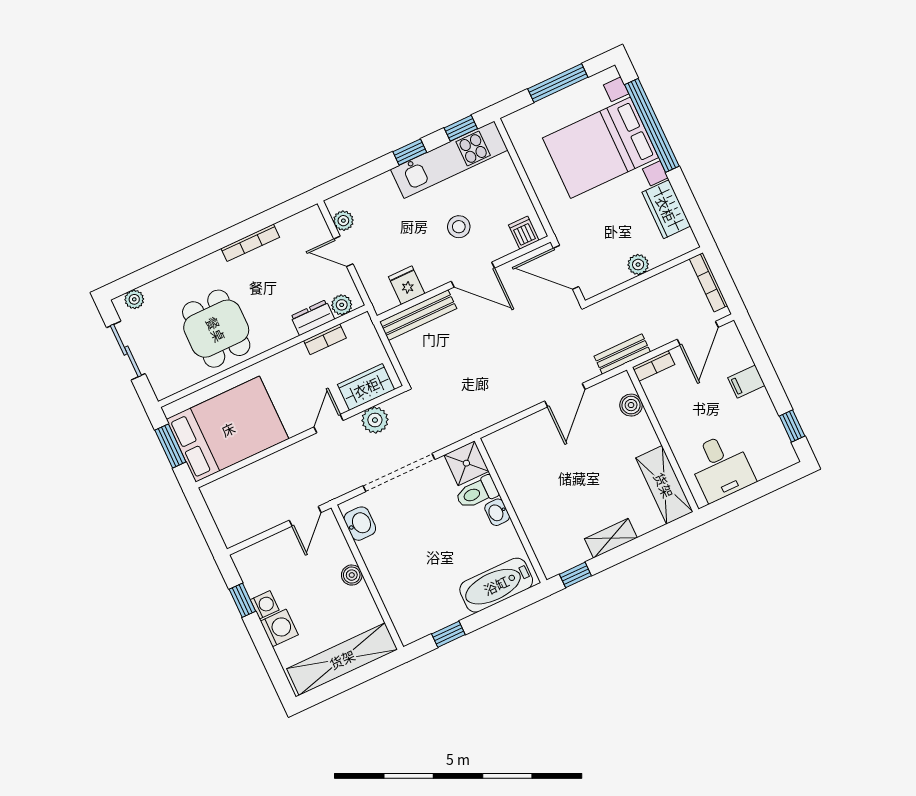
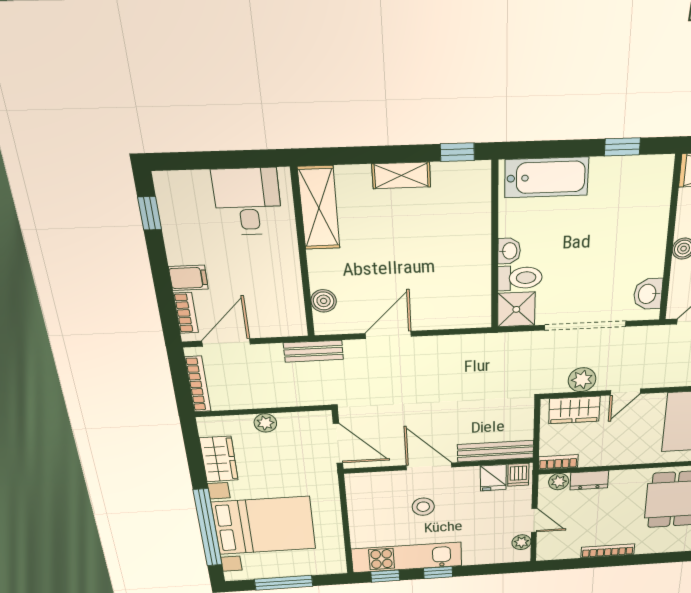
dishwasher: (524, 233) -> (518, 475), moved
bookcase: (325, 339) -> (558, 462), moved
bookcase: (653, 366) -> (186, 313), moved, turned 90

